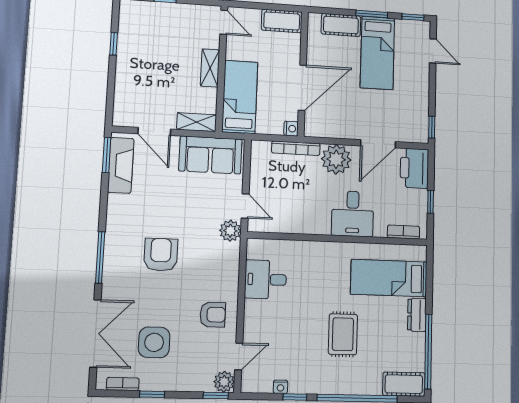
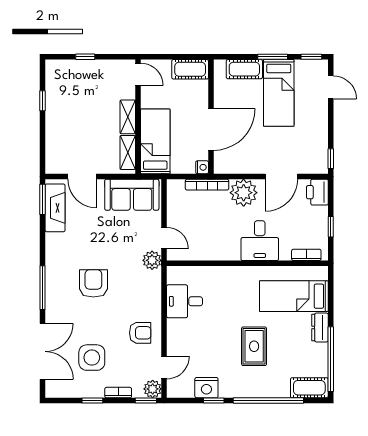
shelving: (197, 122) -> (128, 152), moved, turned 90
printer: (414, 168) -> (317, 192), width x0.73, depth x0.84
bookcase: (123, 384) -> (118, 393), moved
nightstand: (281, 387) -> (206, 388), width x1.89, depth x1.79

